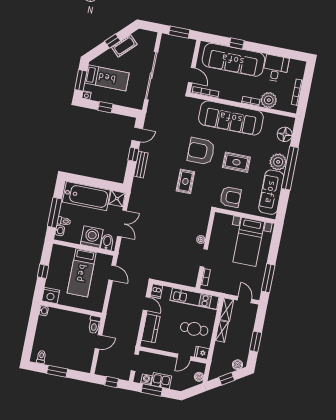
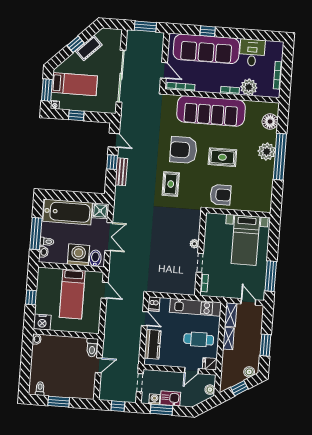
door: (137, 135) -> (114, 140), hinge flipped
sofa: (271, 192) -> (263, 185), removed

